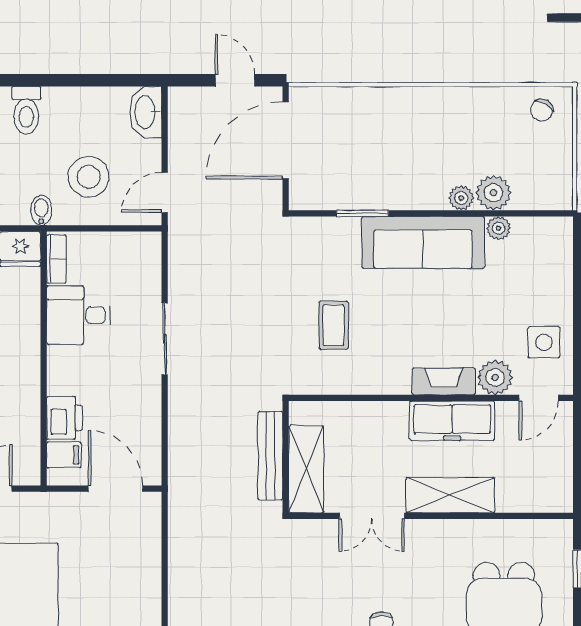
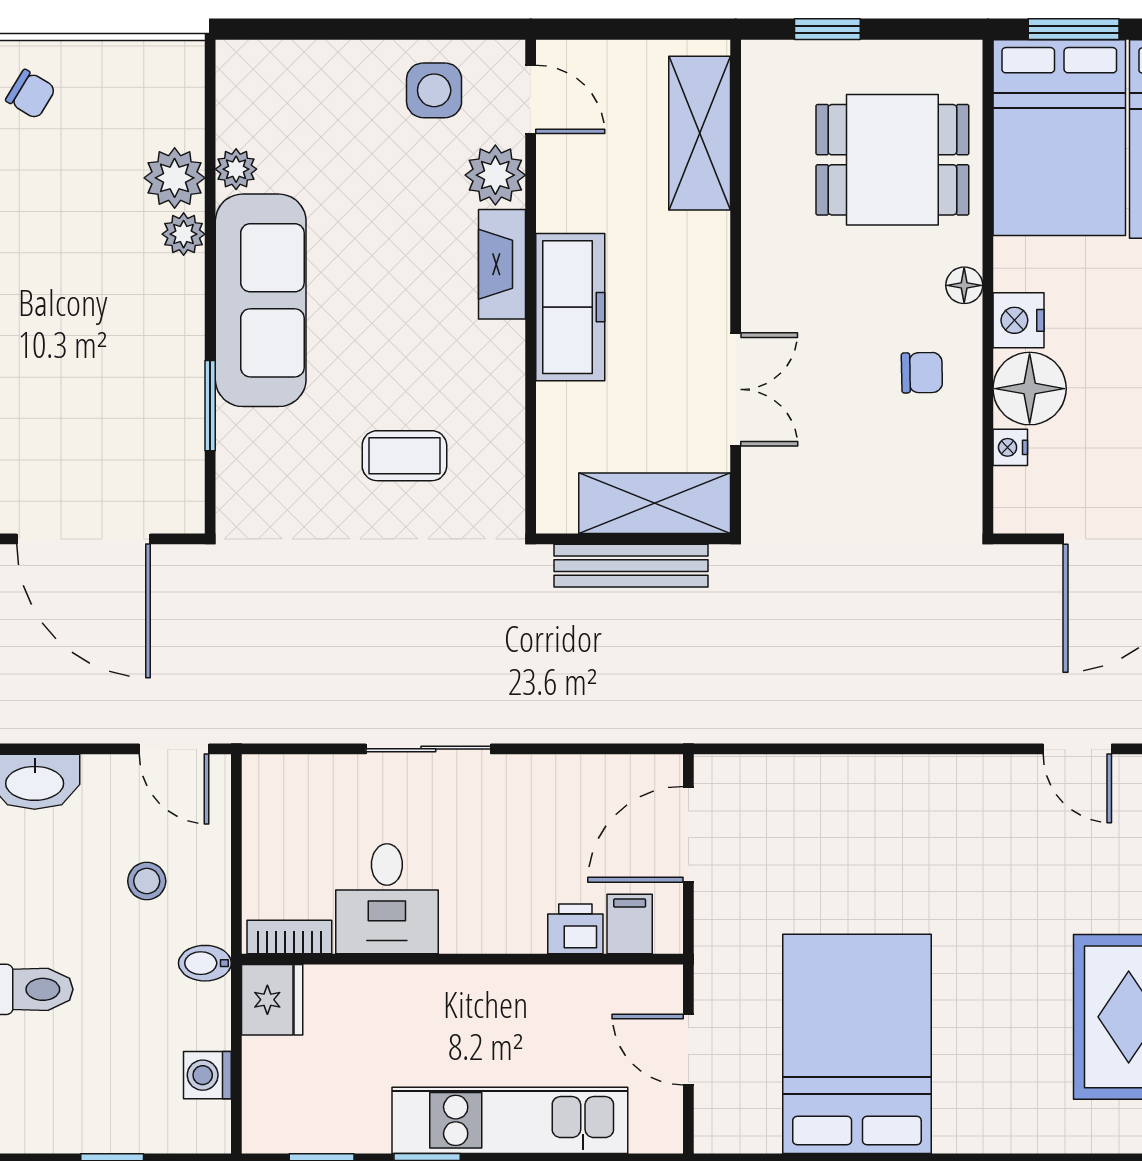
stool: (89, 177) -> (147, 881), width x0.53, depth x0.53
printer: (65, 418) -> (575, 929), width x0.73, depth x0.81
freezer: (452, 421) -> (570, 307), moved
shelving: (450, 495) -> (700, 133), moved

